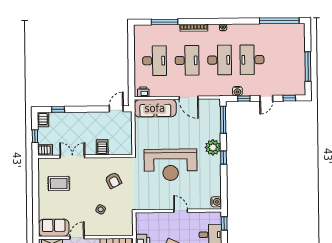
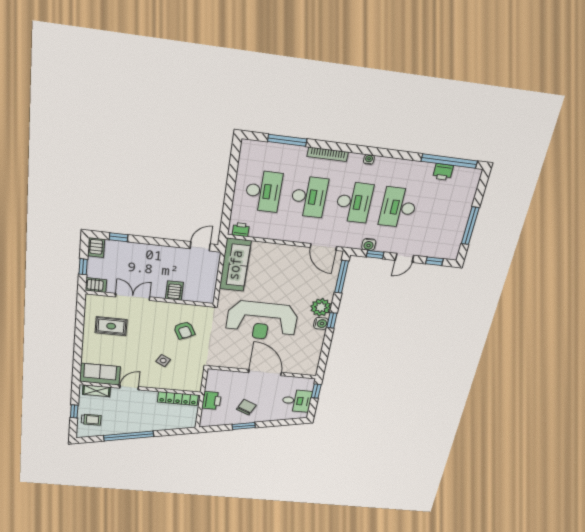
printer: (277, 29) -> (443, 172), added
door: (189, 98) -> (323, 247), moved
sofa: (155, 108) -> (235, 265), moved, turned -90
water cooler: (216, 202) -> (321, 323), moved
door: (181, 211) -> (265, 372), width x1.87

